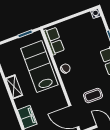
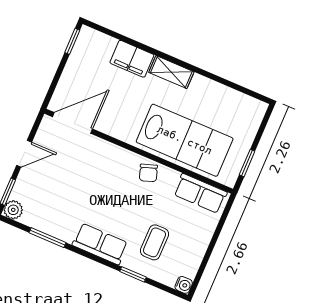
shelving: (14, 87) -> (171, 72), moved
coffee table: (93, 96) -> (155, 242), moved

